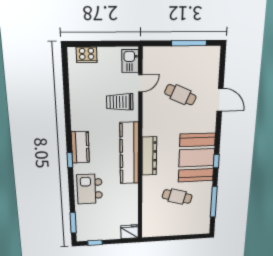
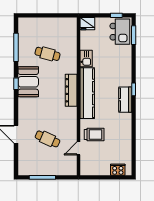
kitchen sink: (130, 61) -> (86, 58), moved
booth: (197, 158) -> (28, 82), width x0.73, depth x0.70
kitchen island: (90, 189) -> (120, 32), moved

